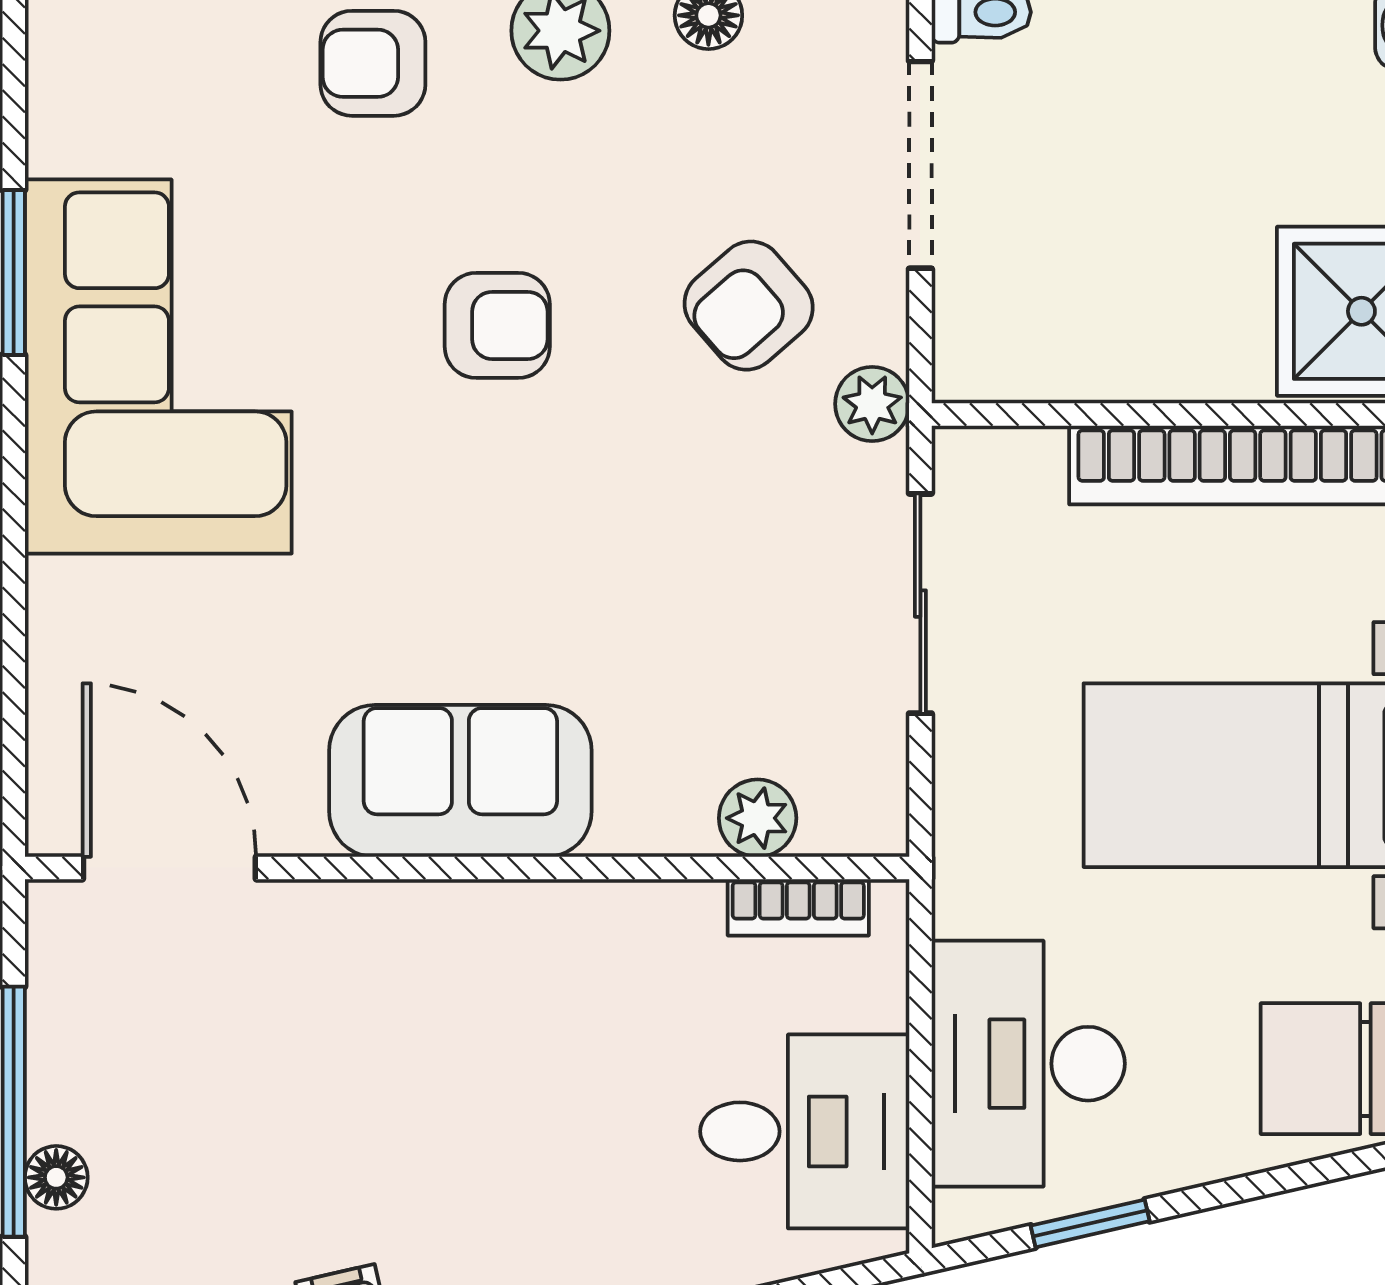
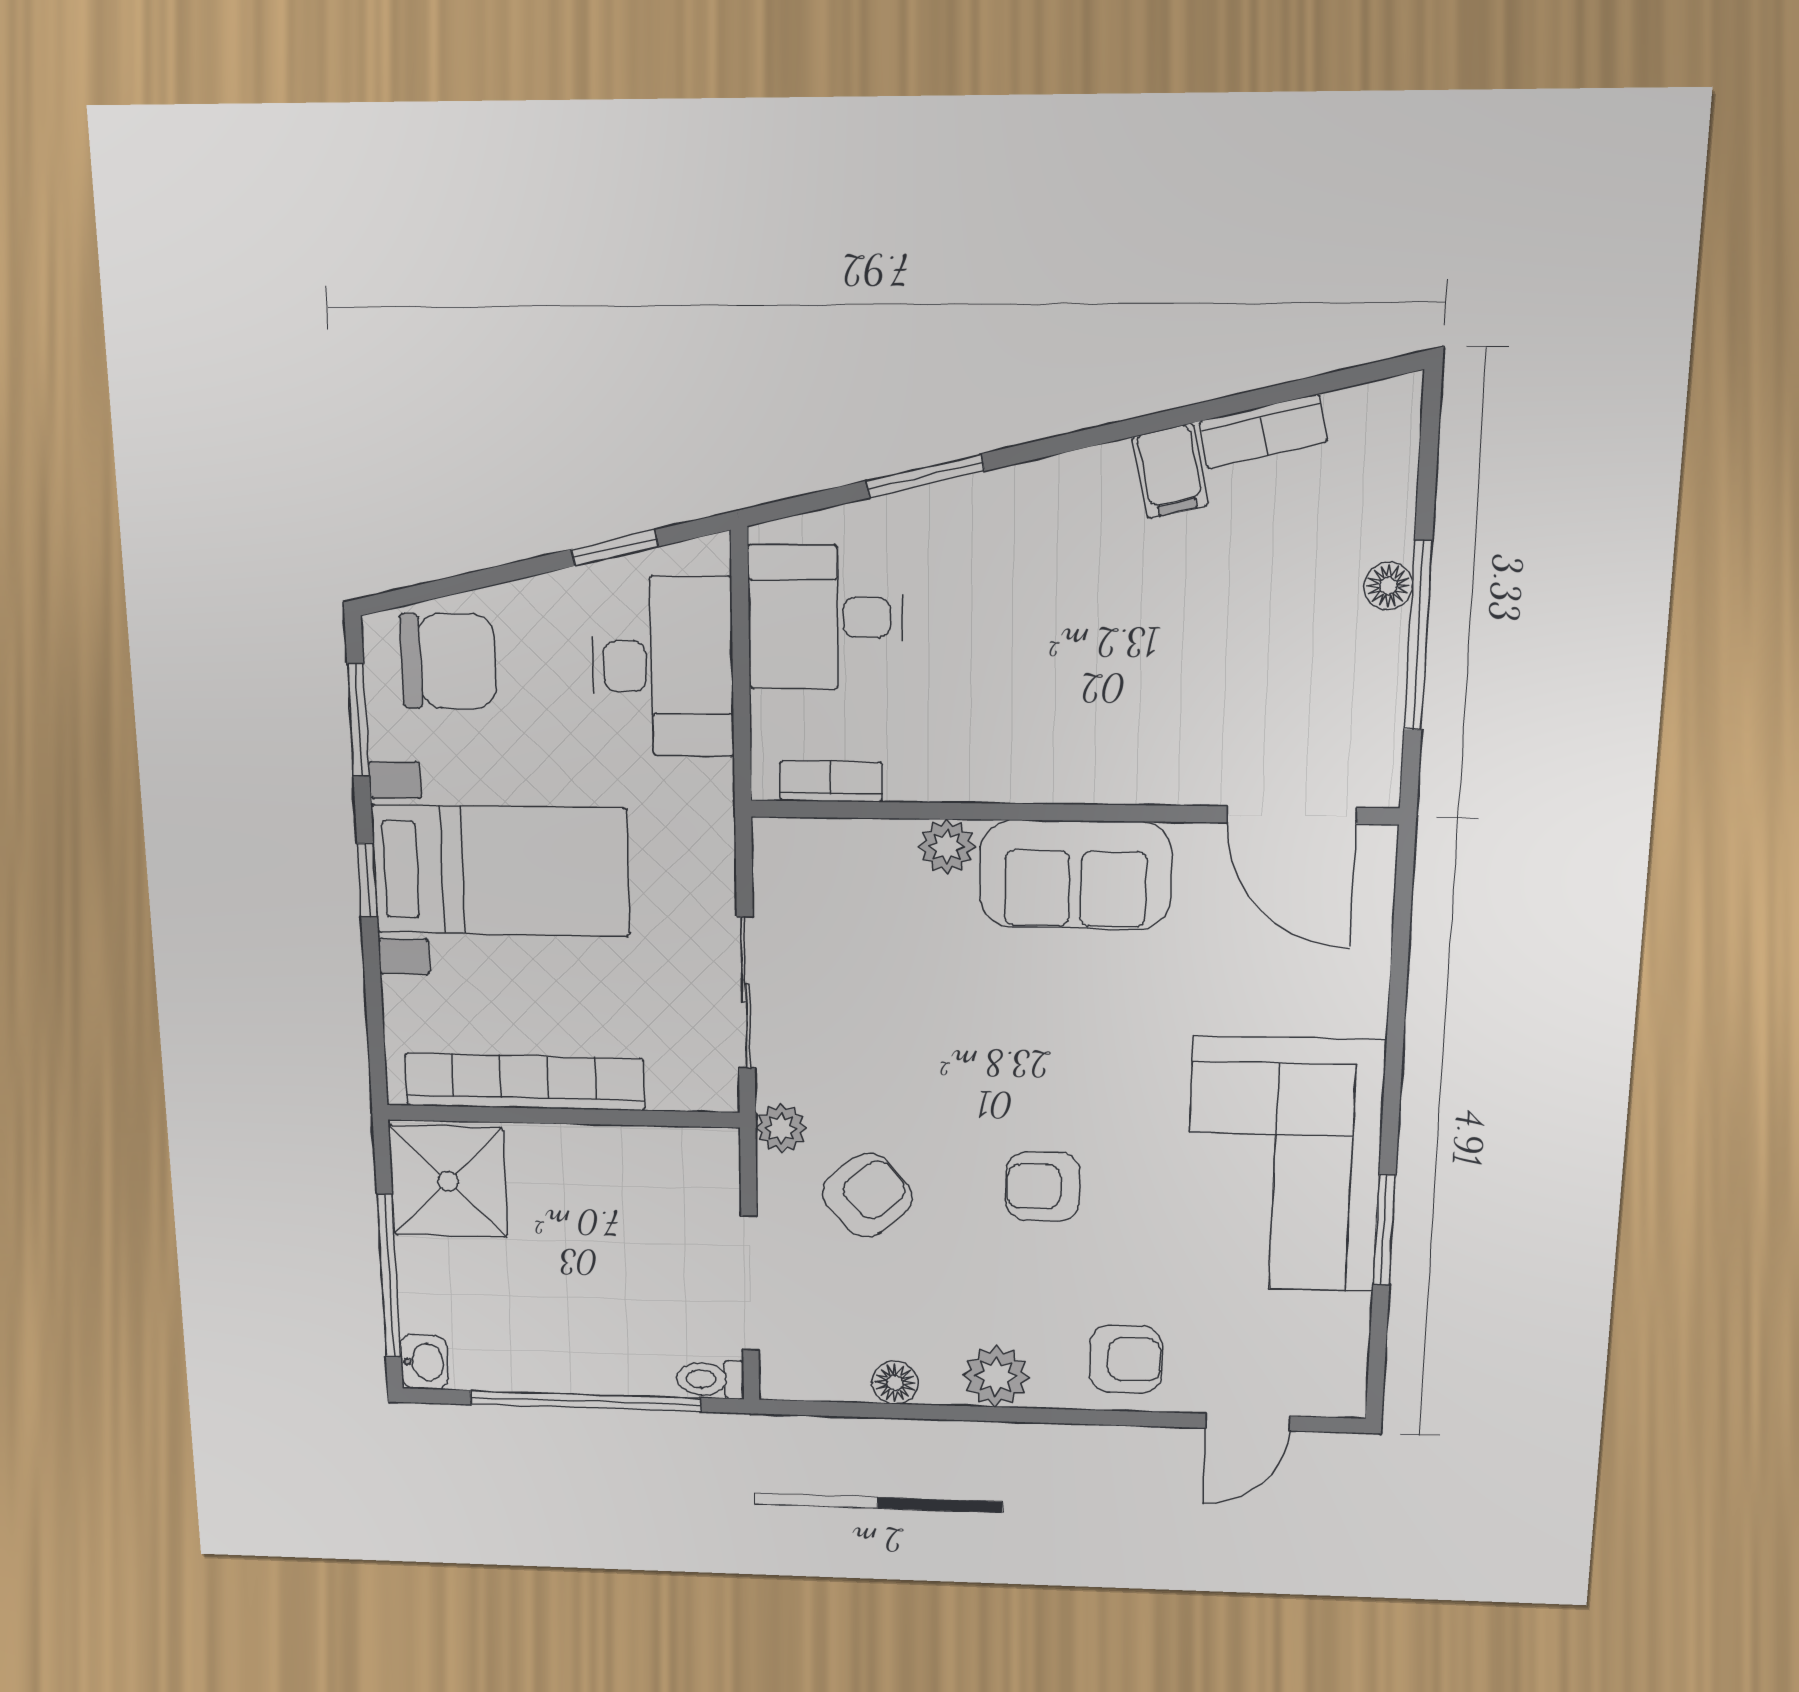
plant: (758, 818) -> (947, 847), moved

